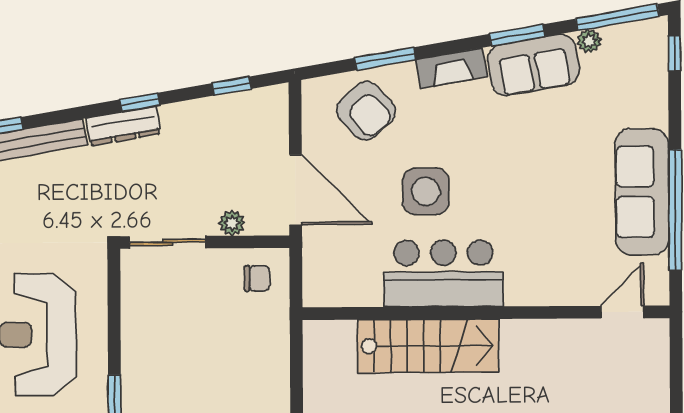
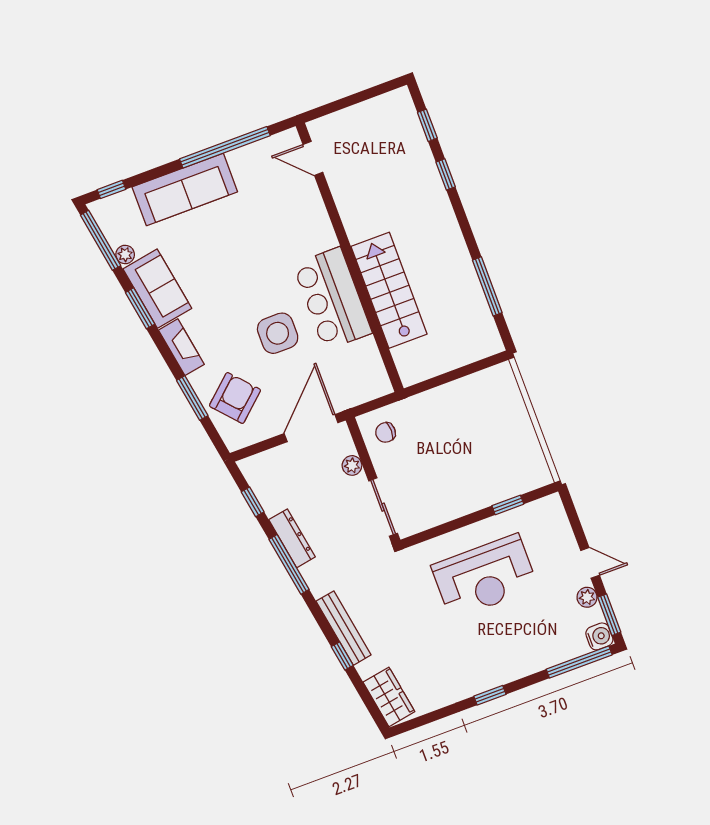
window: (140, 102) -> (289, 564), width x2.17
dresser: (123, 126) -> (292, 538), moved
sofa: (642, 192) -> (185, 189), moved
chair: (257, 278) -> (386, 432), turned -90

